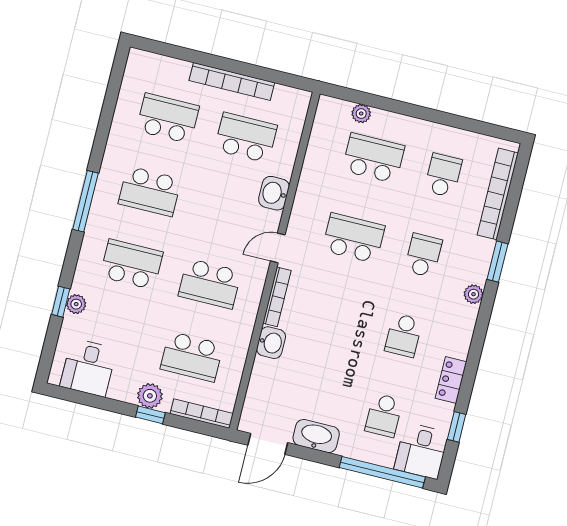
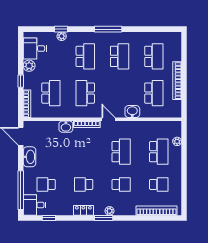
school desk: (150, 191) -> (120, 56), turned 180
window: (497, 262) -> (104, 218), moved
school desk: (192, 357) -> (51, 93), turned 180
locker: (451, 380) -> (83, 210), moved
plant: (150, 396) -> (29, 66), moved

